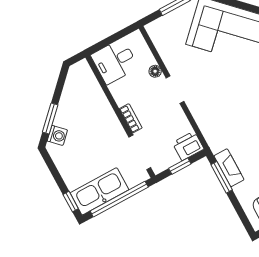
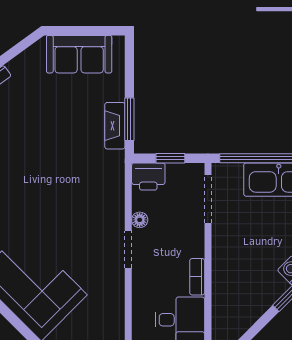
floor lamp: (155, 71) -> (140, 220), moved
bookcase: (131, 118) -> (197, 277), moved

